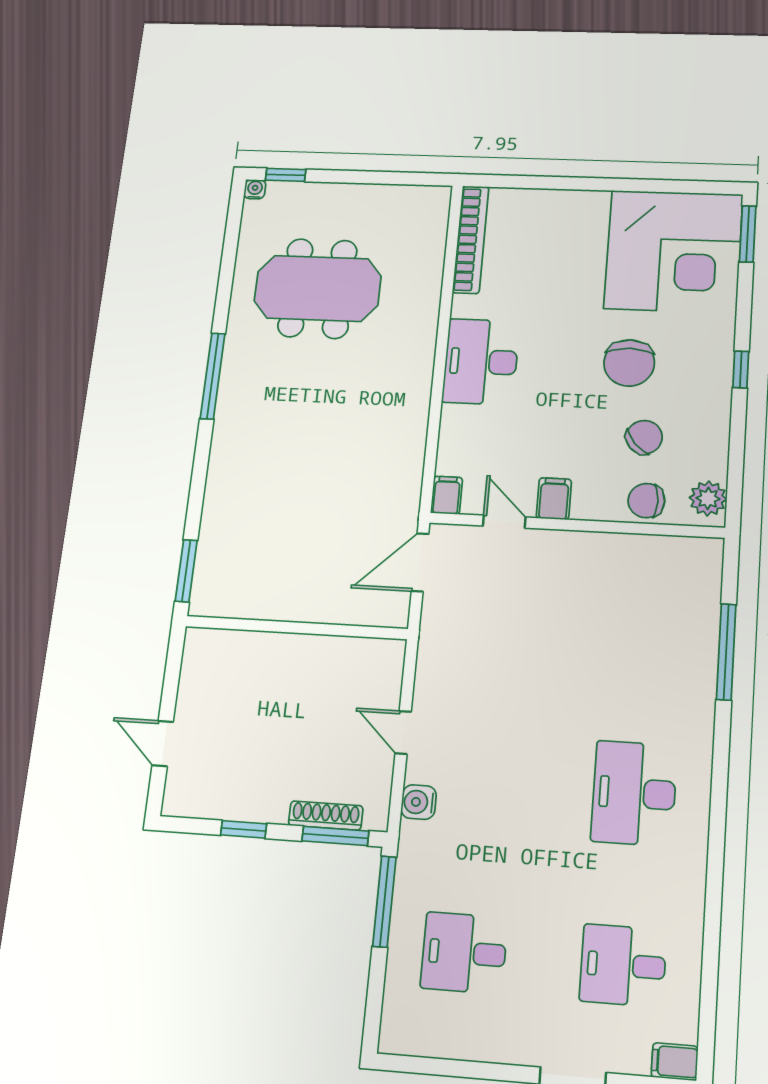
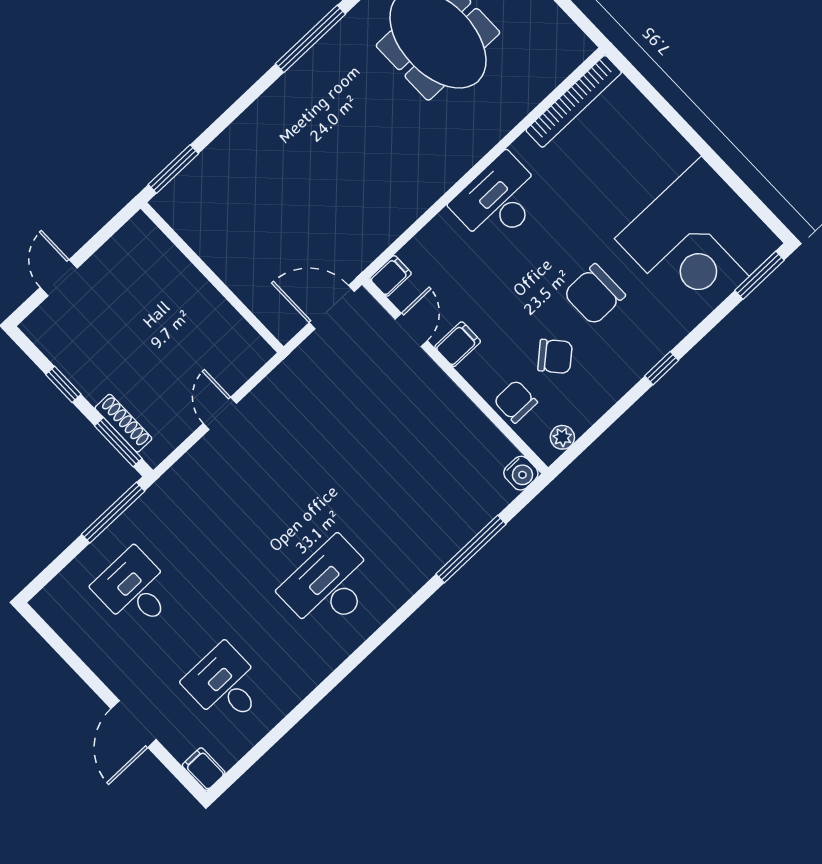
plant: (708, 498) -> (562, 437), width x0.73, depth x0.73
water cooler: (419, 802) -> (521, 473), moved, turned 180

